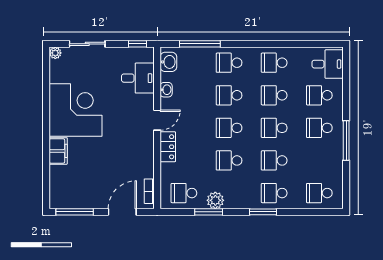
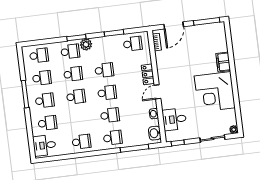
school desk: (274, 95) -> (42, 78), moved
plant: (215, 200) -> (86, 44), moved

